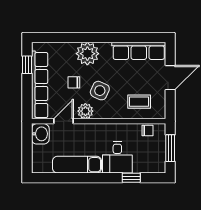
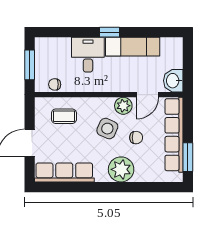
window: (27, 65) -> (188, 157), width x1.50
window: (131, 178) -> (110, 32), moved

